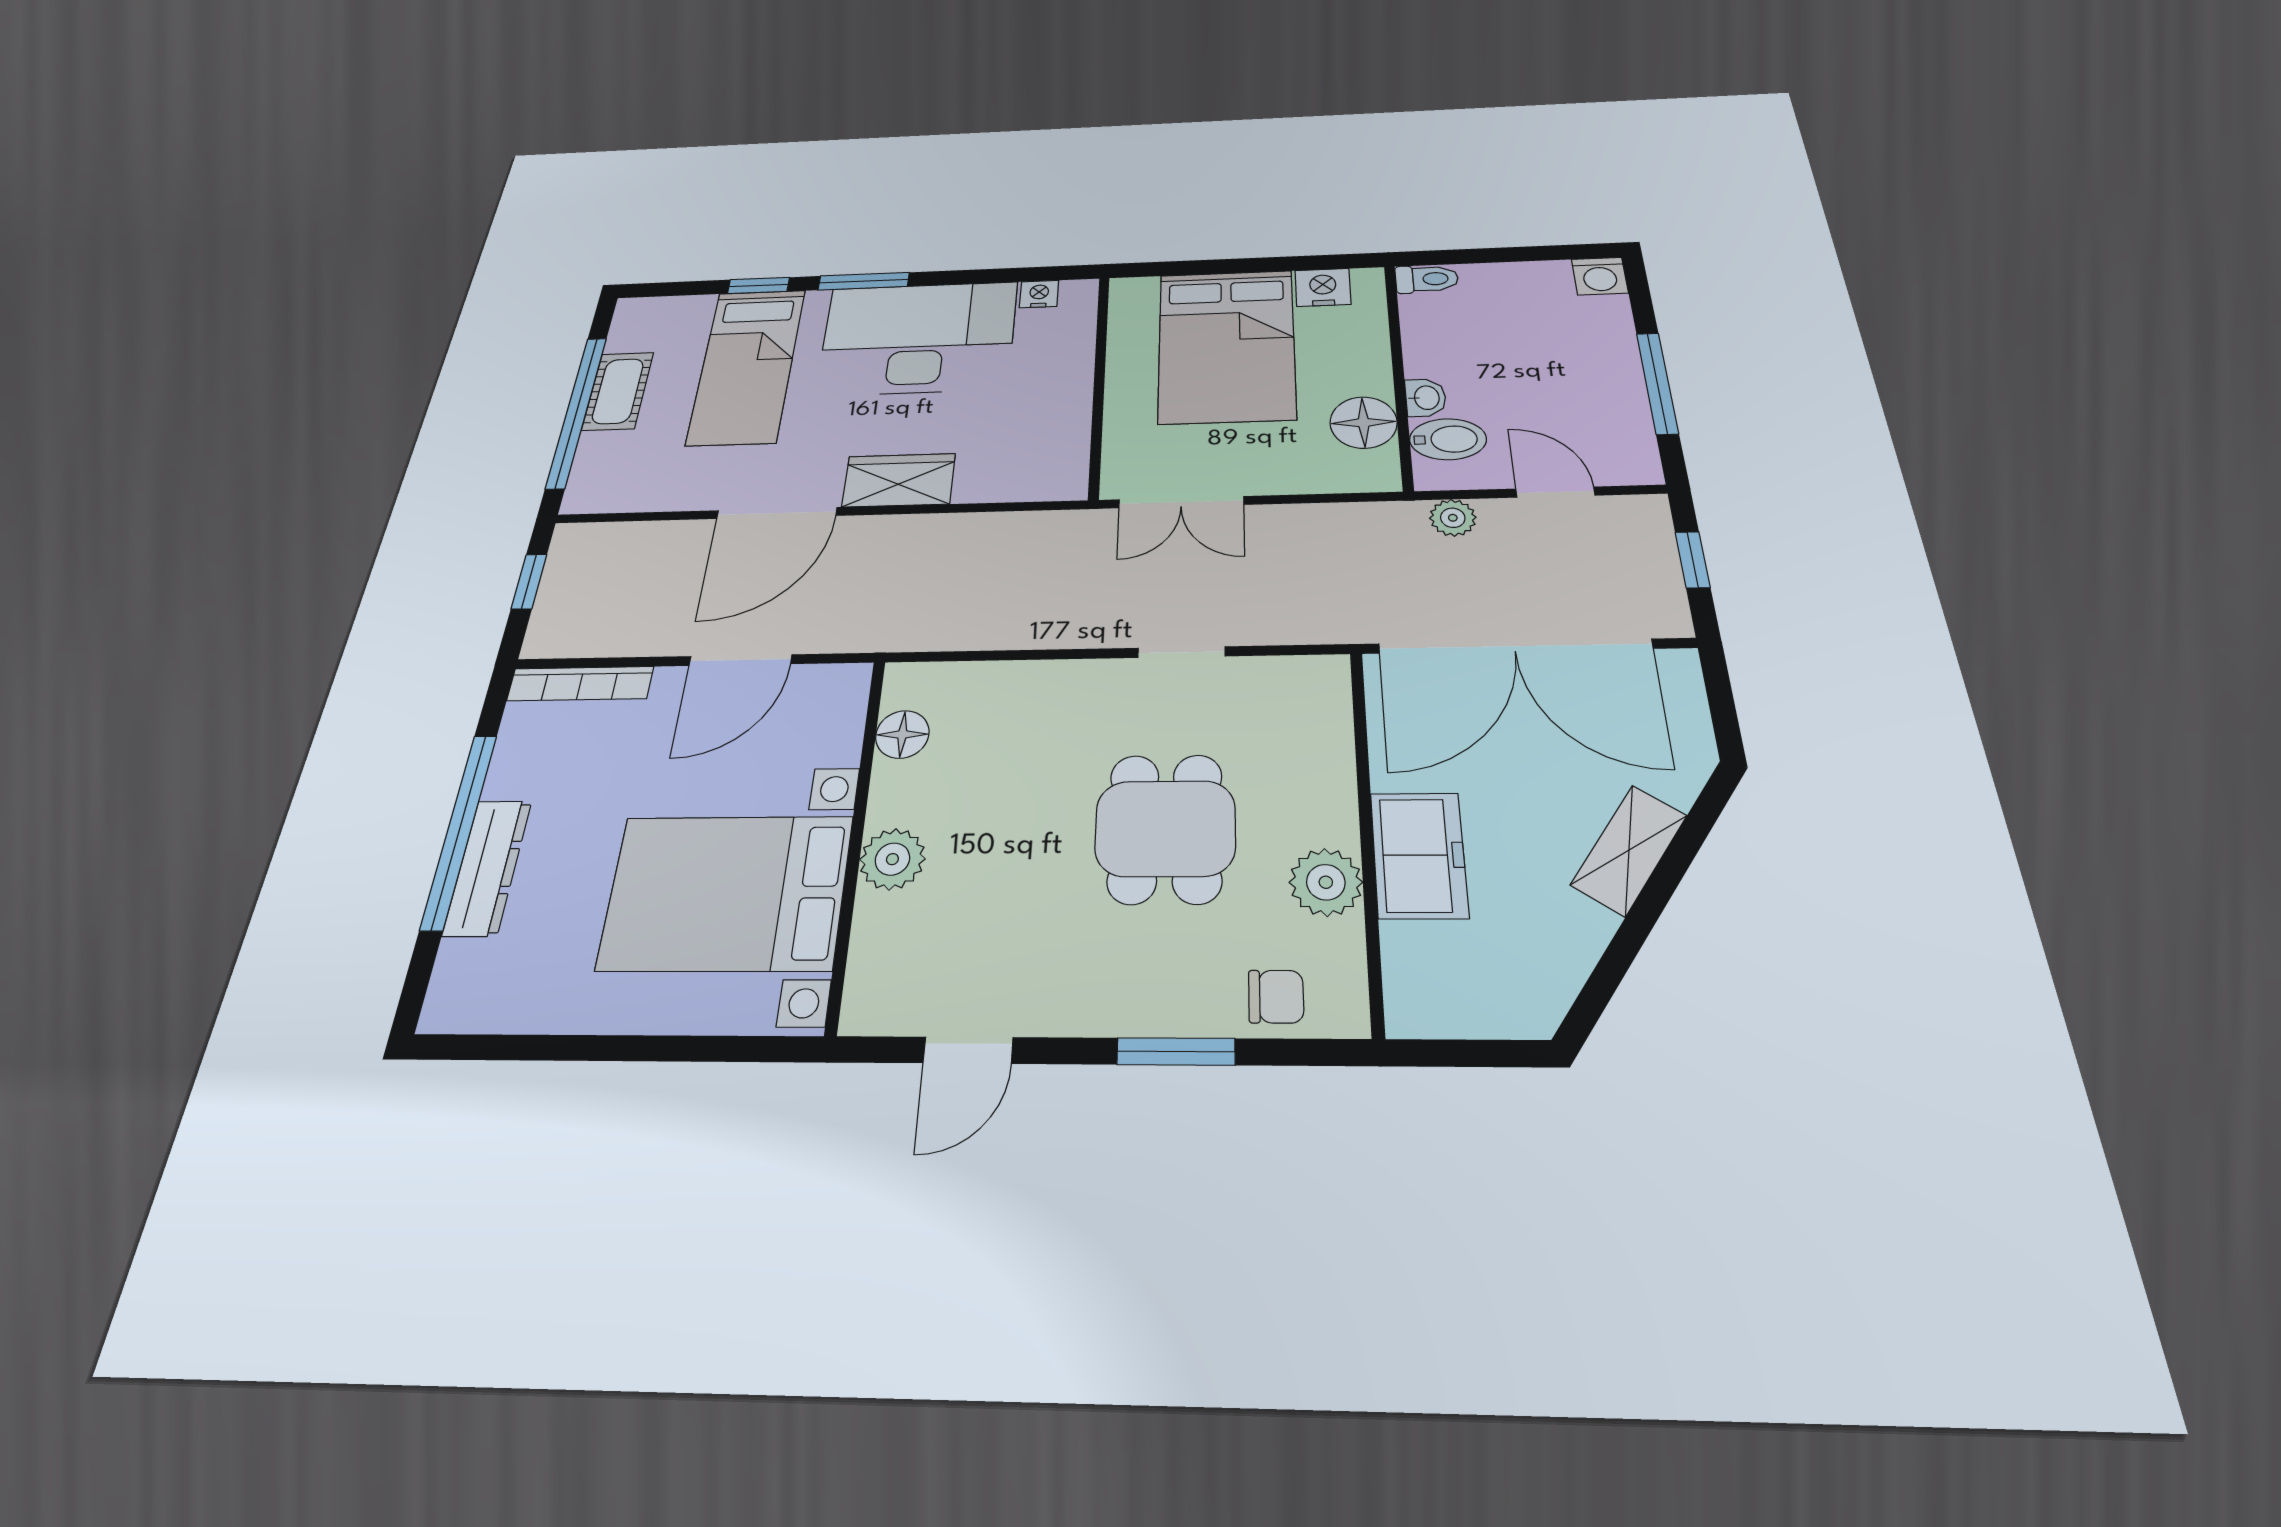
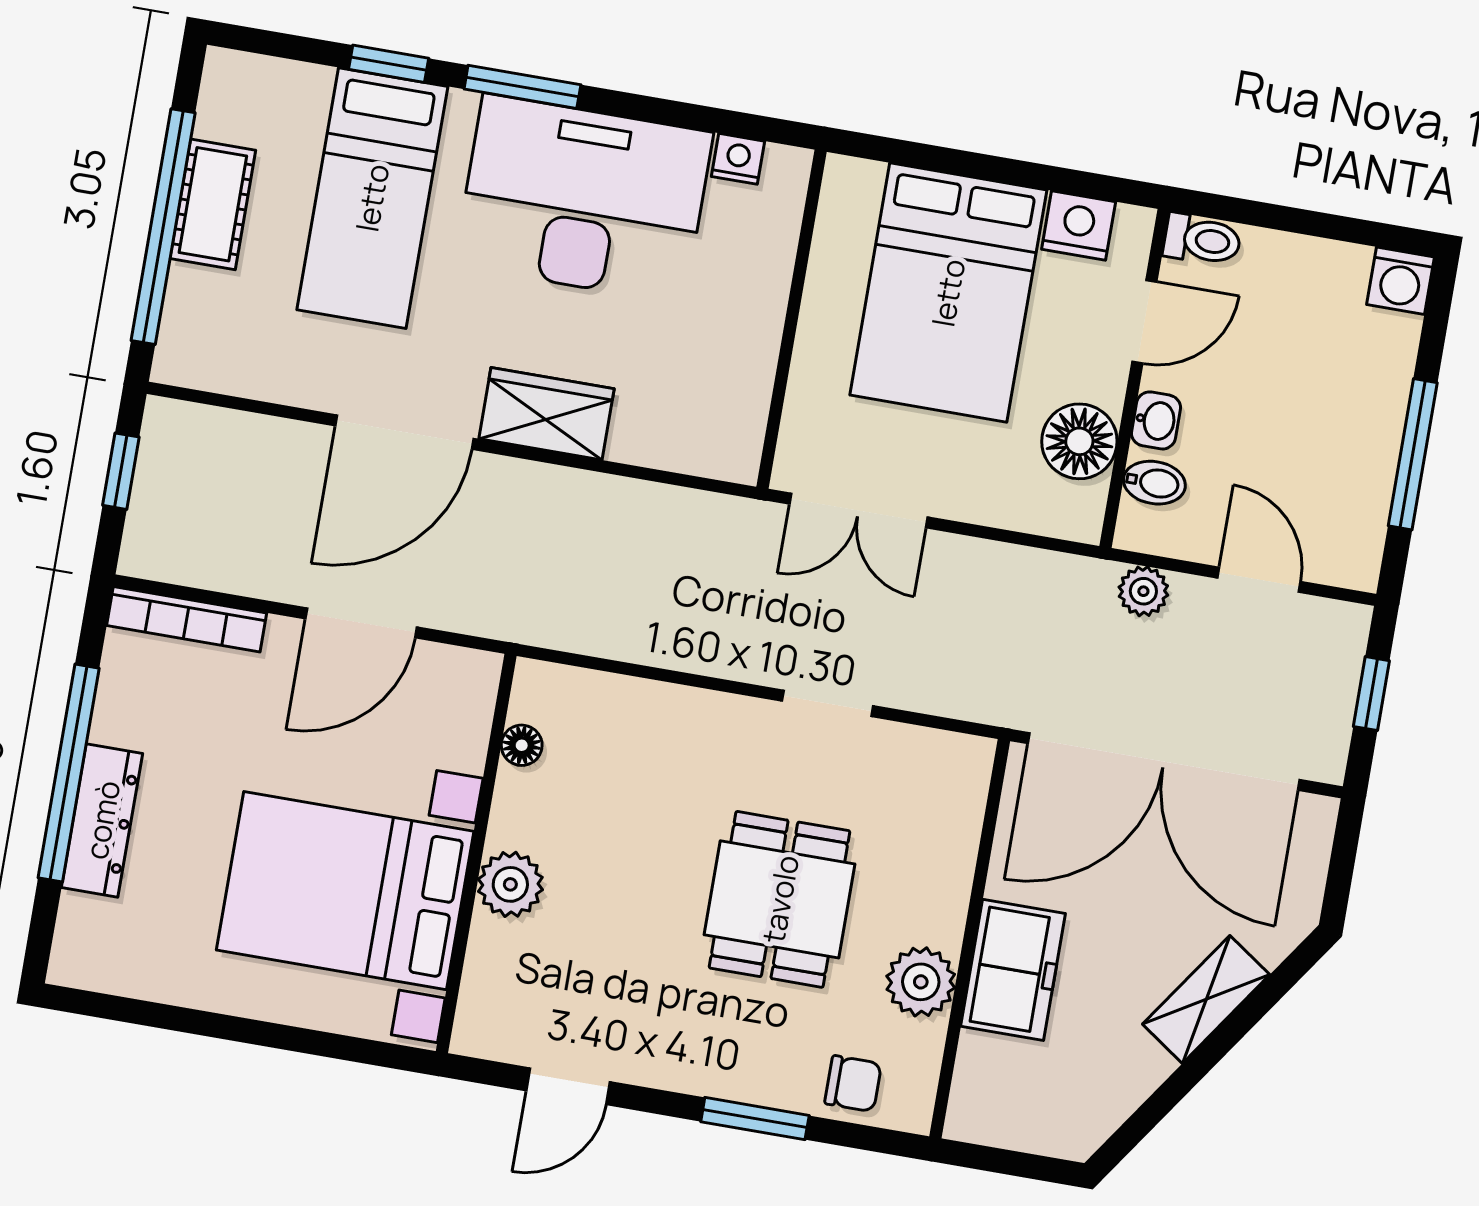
door: (1395, 336) -> (1144, 322), added
bidet: (1448, 439) -> (1154, 483), width x0.72, depth x0.74
floor lamp: (902, 734) -> (522, 745), width x0.73, depth x0.73

